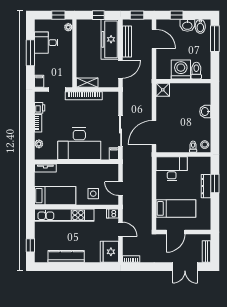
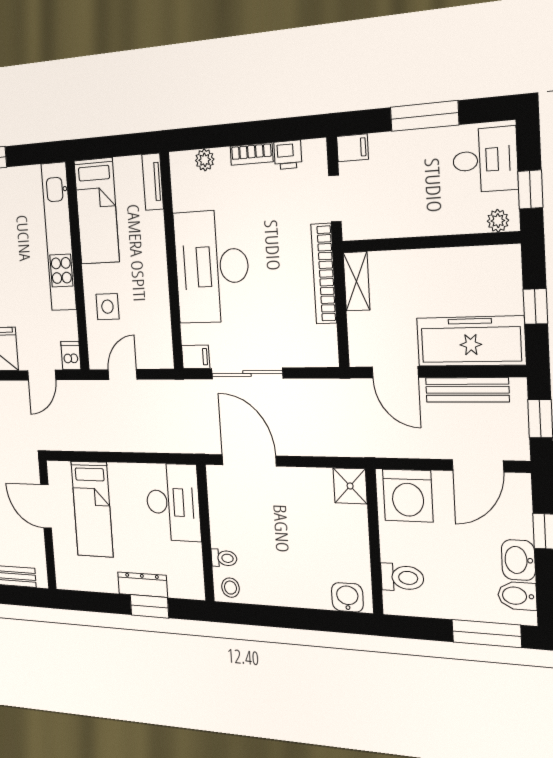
desk: (46, 43) -> (485, 160), moved, turned 90
washing machine: (181, 69) -> (408, 496), moved, turned 90
washbasin: (205, 112) -> (347, 597), moved

